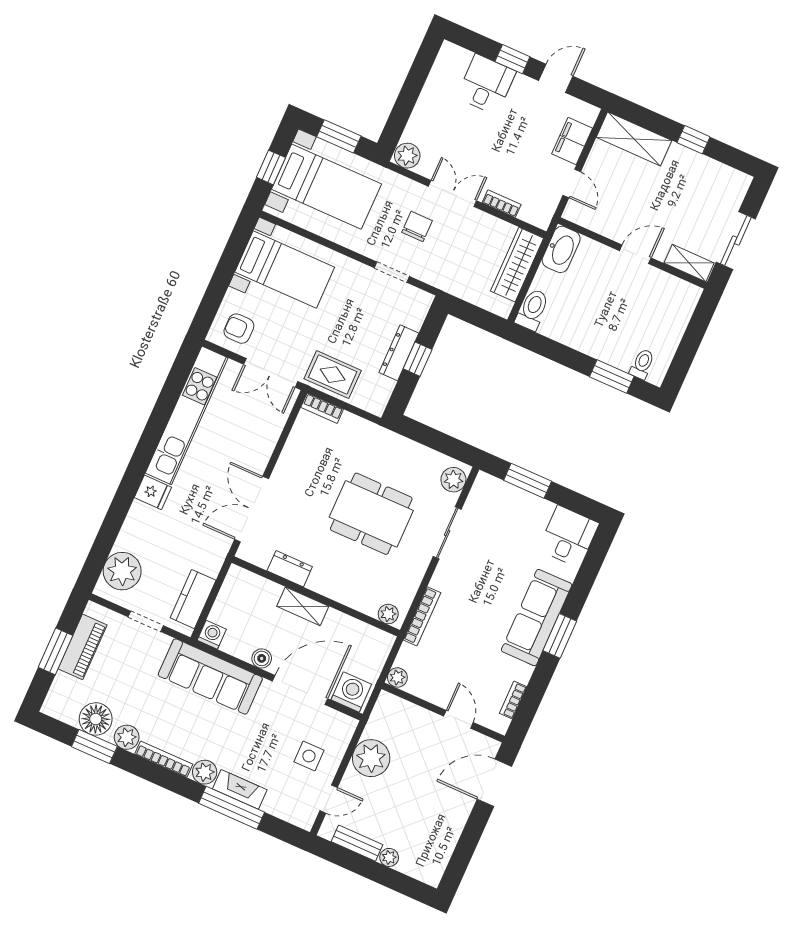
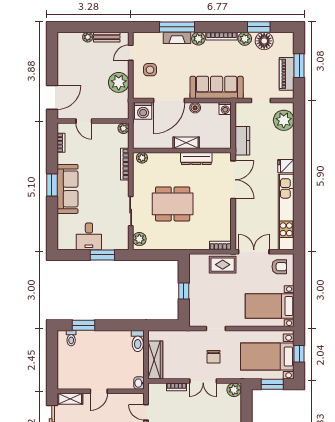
washbasin: (561, 249) -> (139, 383), width x0.52, depth x0.69
dresser: (399, 353) -> (195, 290), removed
desk: (569, 536) -> (89, 236), moved
dresser: (290, 569) -> (196, 159), width x1.44
kitchen counter: (193, 599) -> (242, 141), moved

